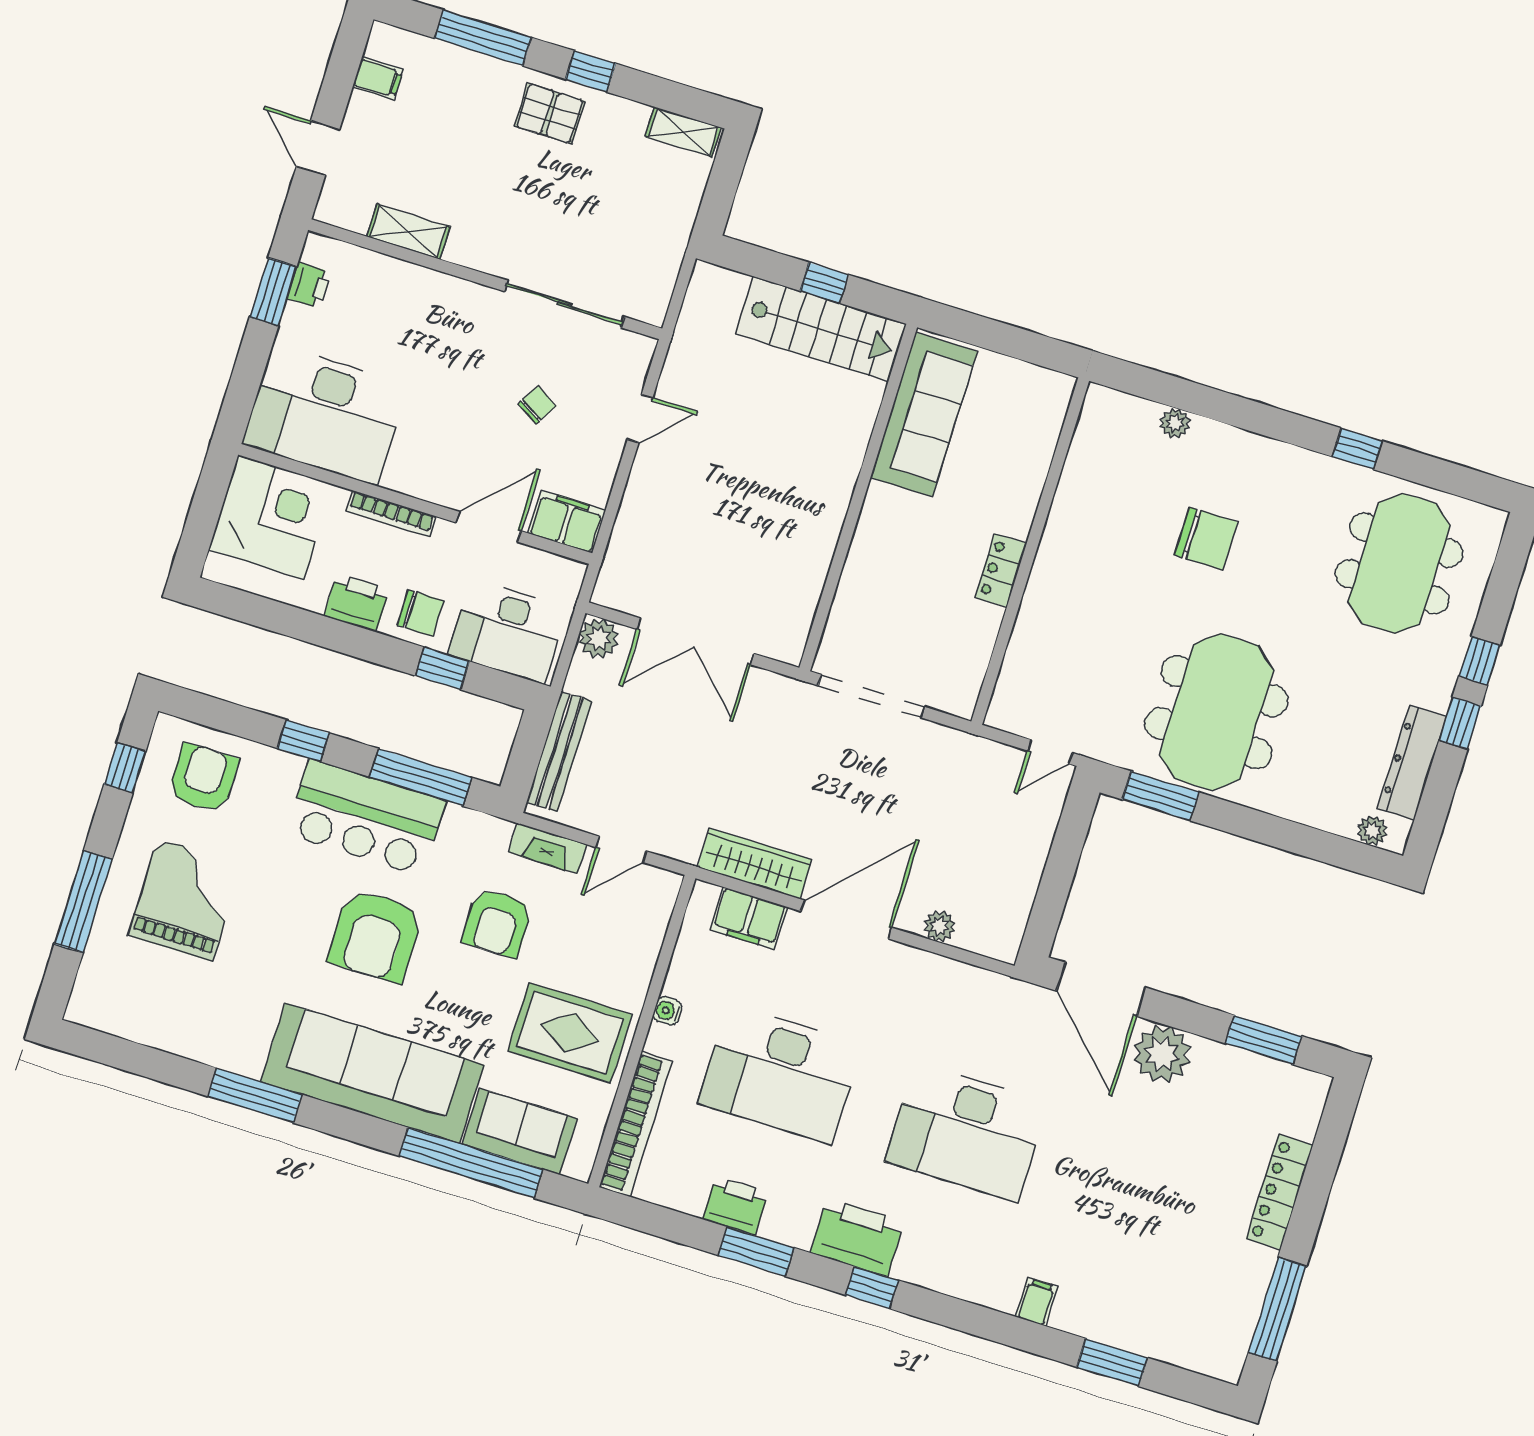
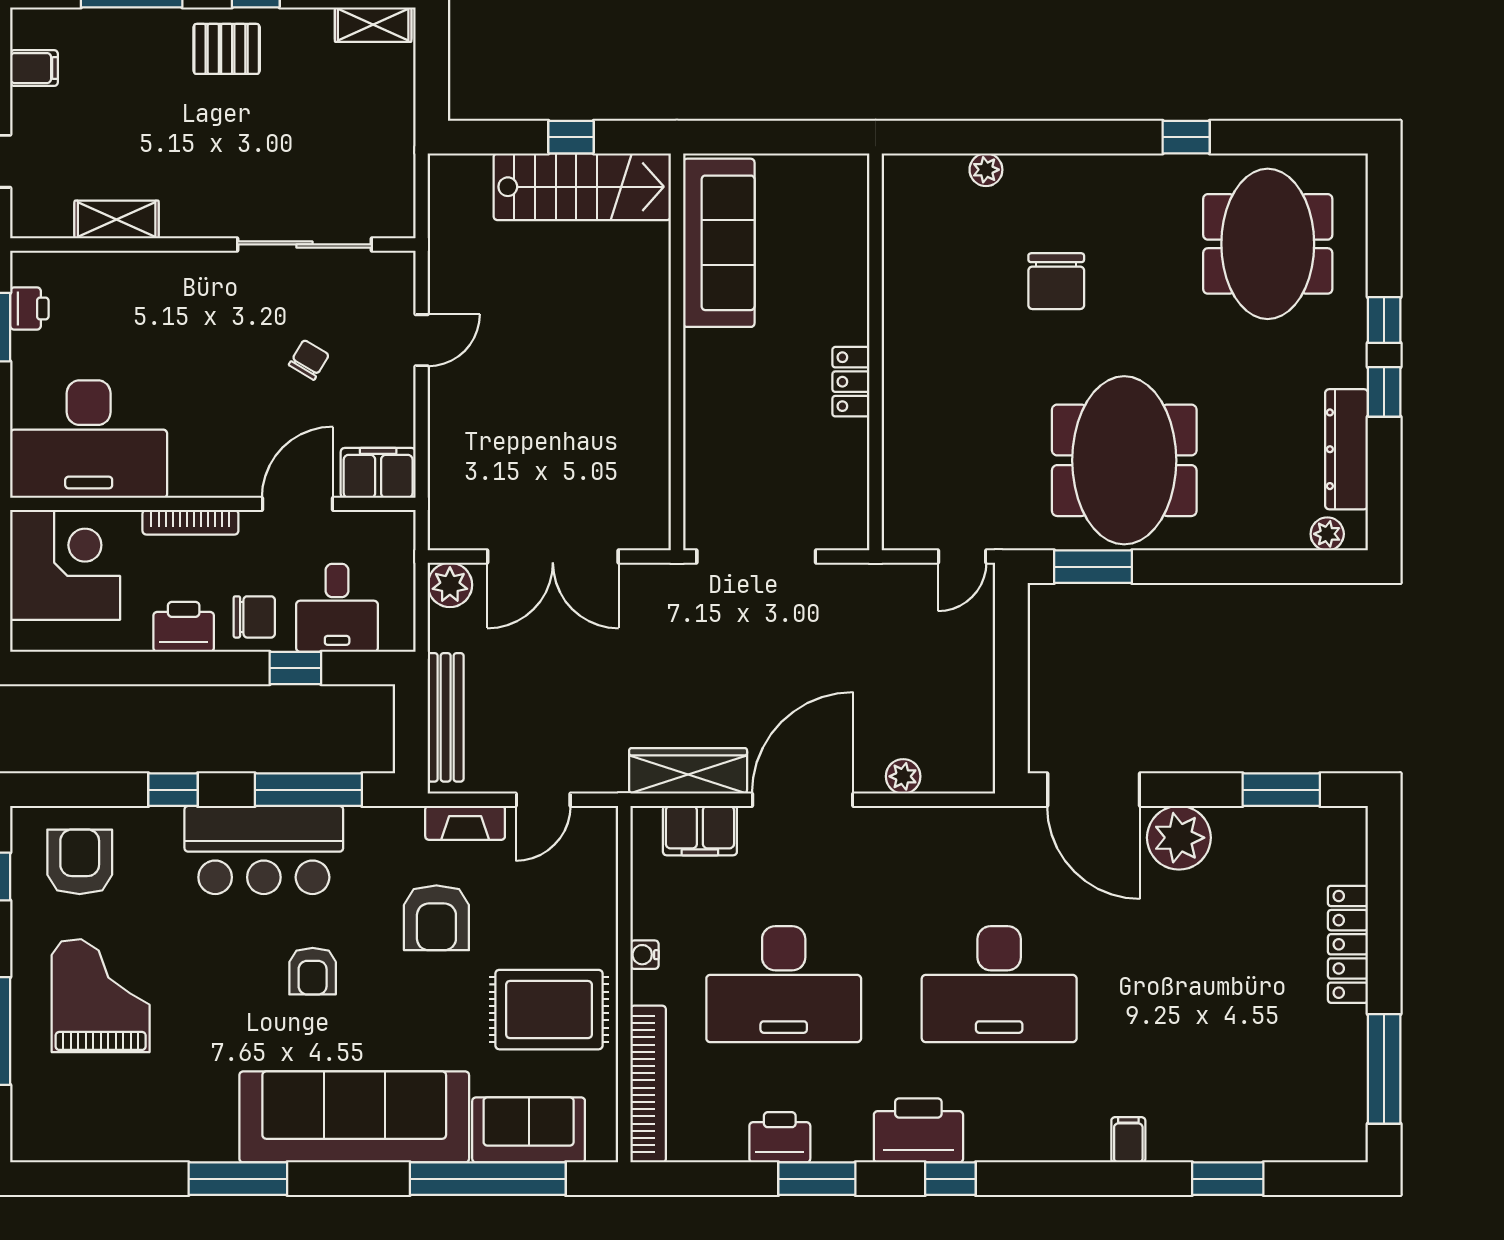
chair: (1206, 539) -> (1056, 281), turned 90
desk: (508, 632) -> (337, 608), width x0.73
armchair: (375, 936) -> (313, 971), width x0.53, depth x0.53

